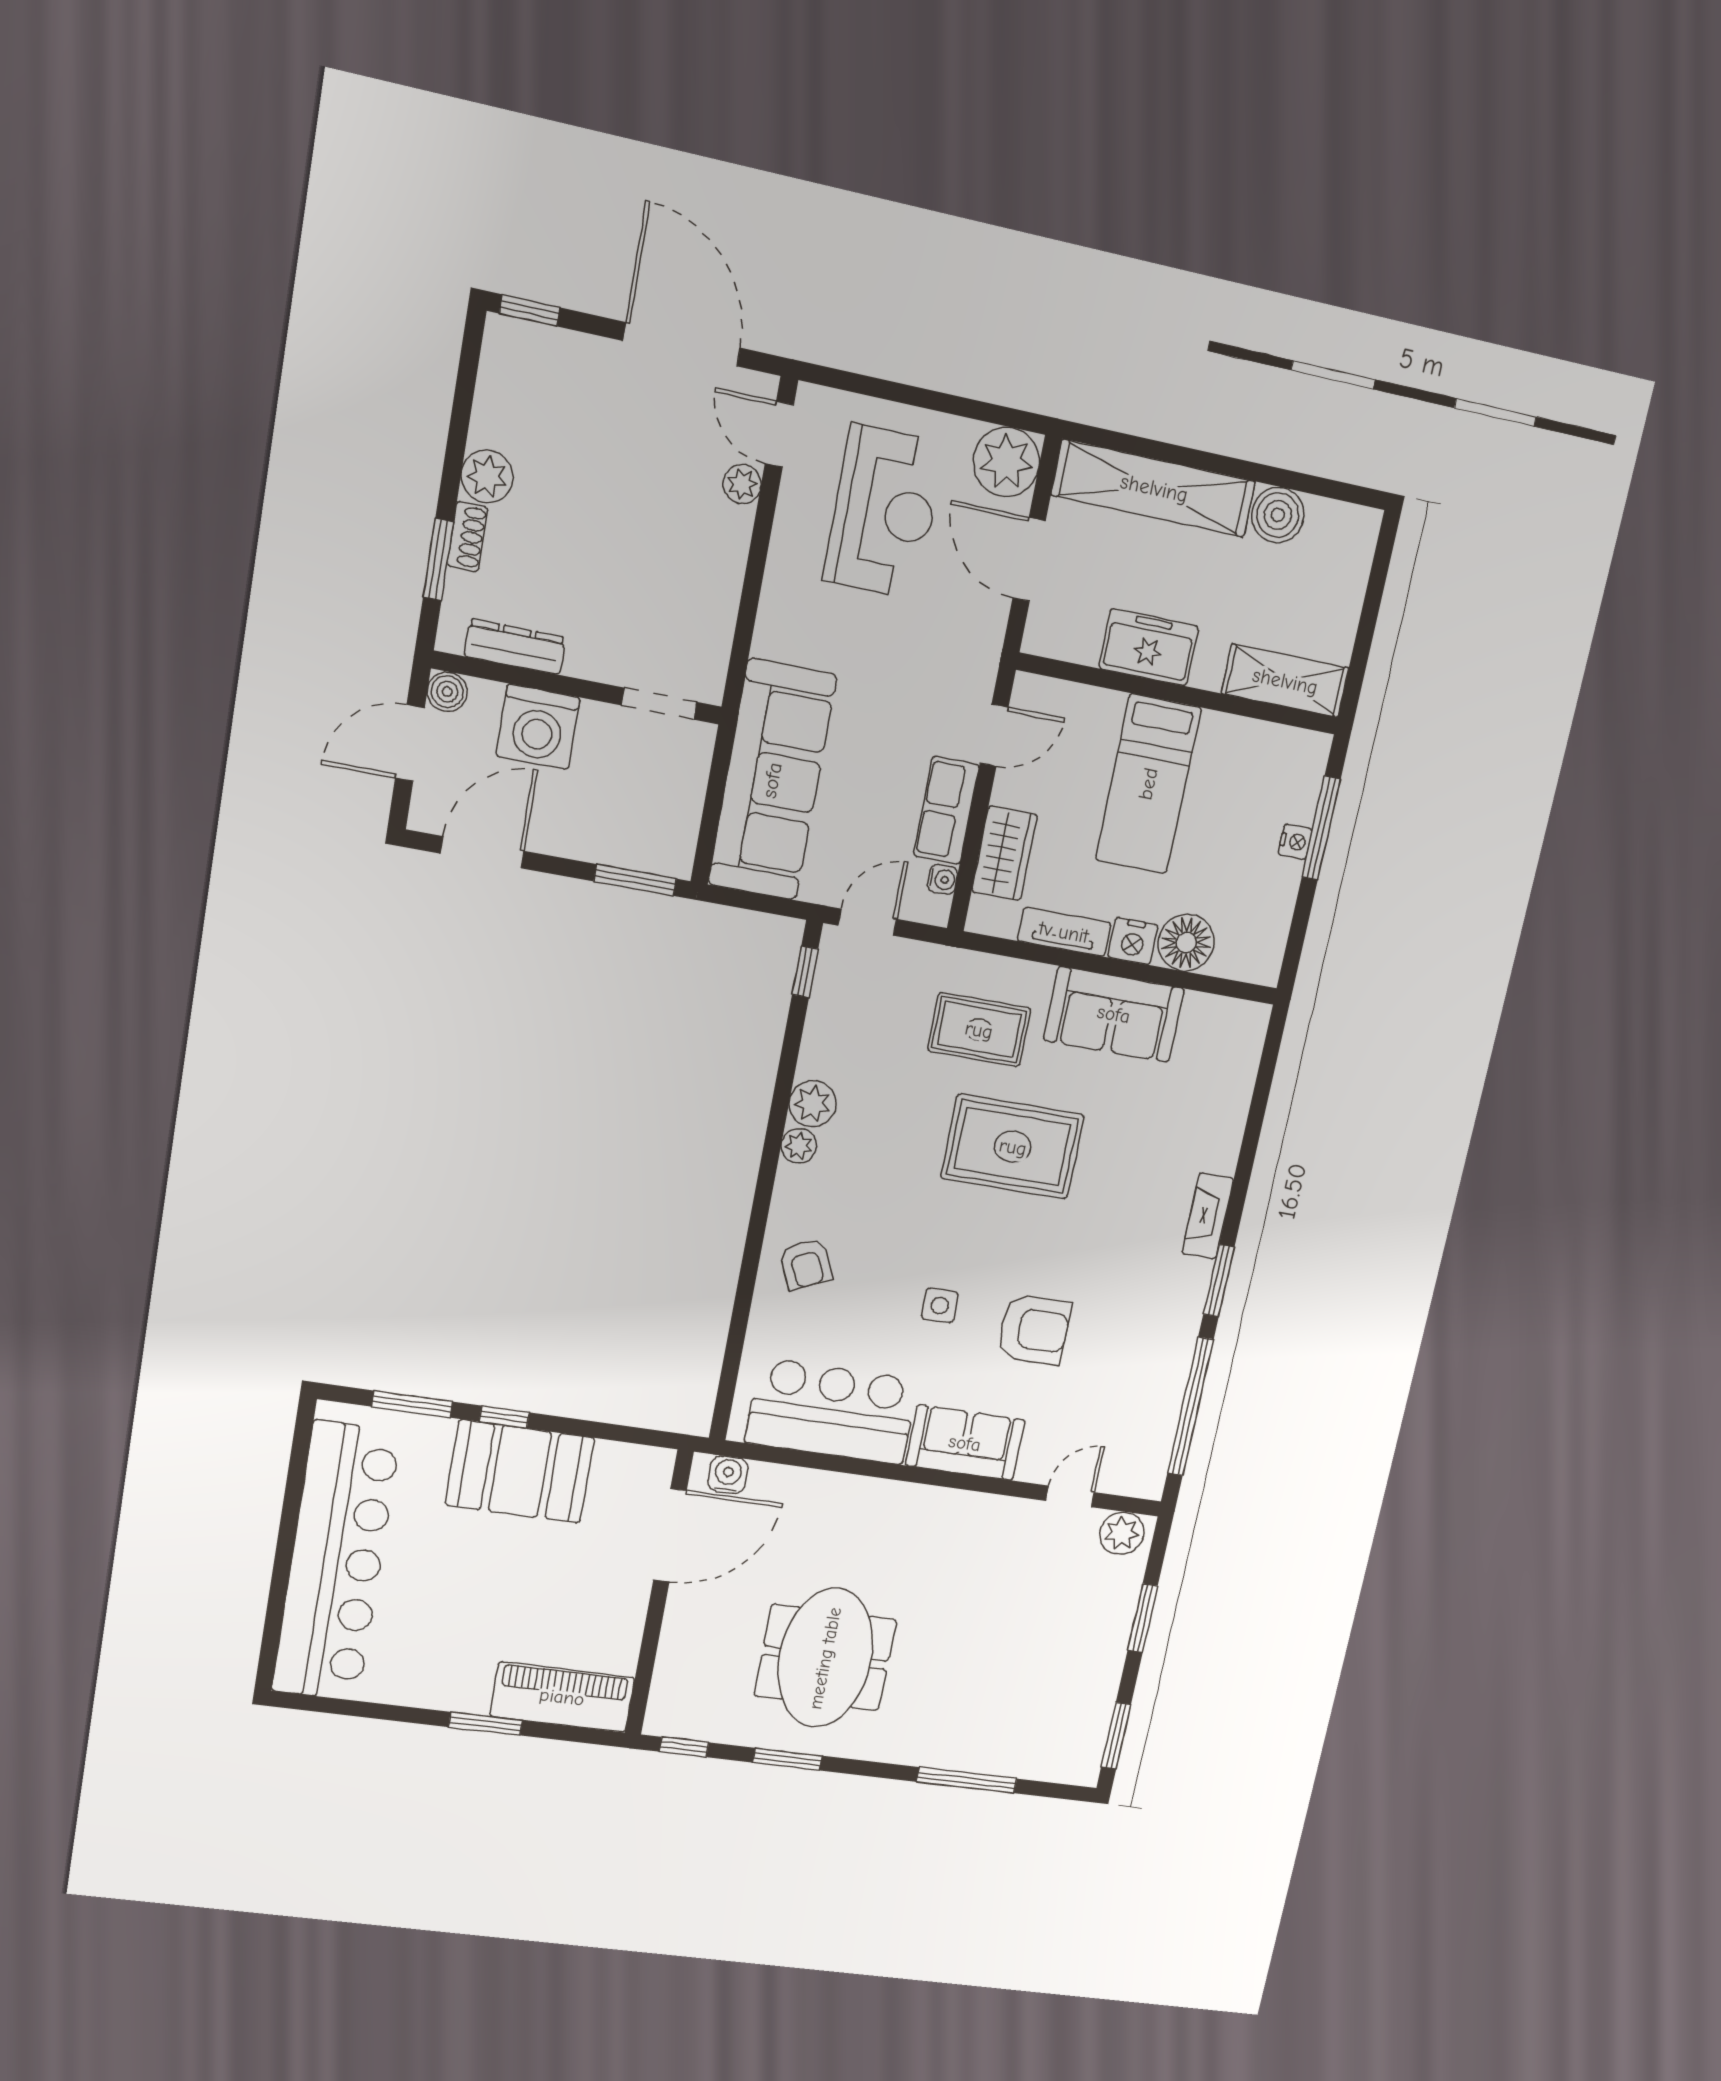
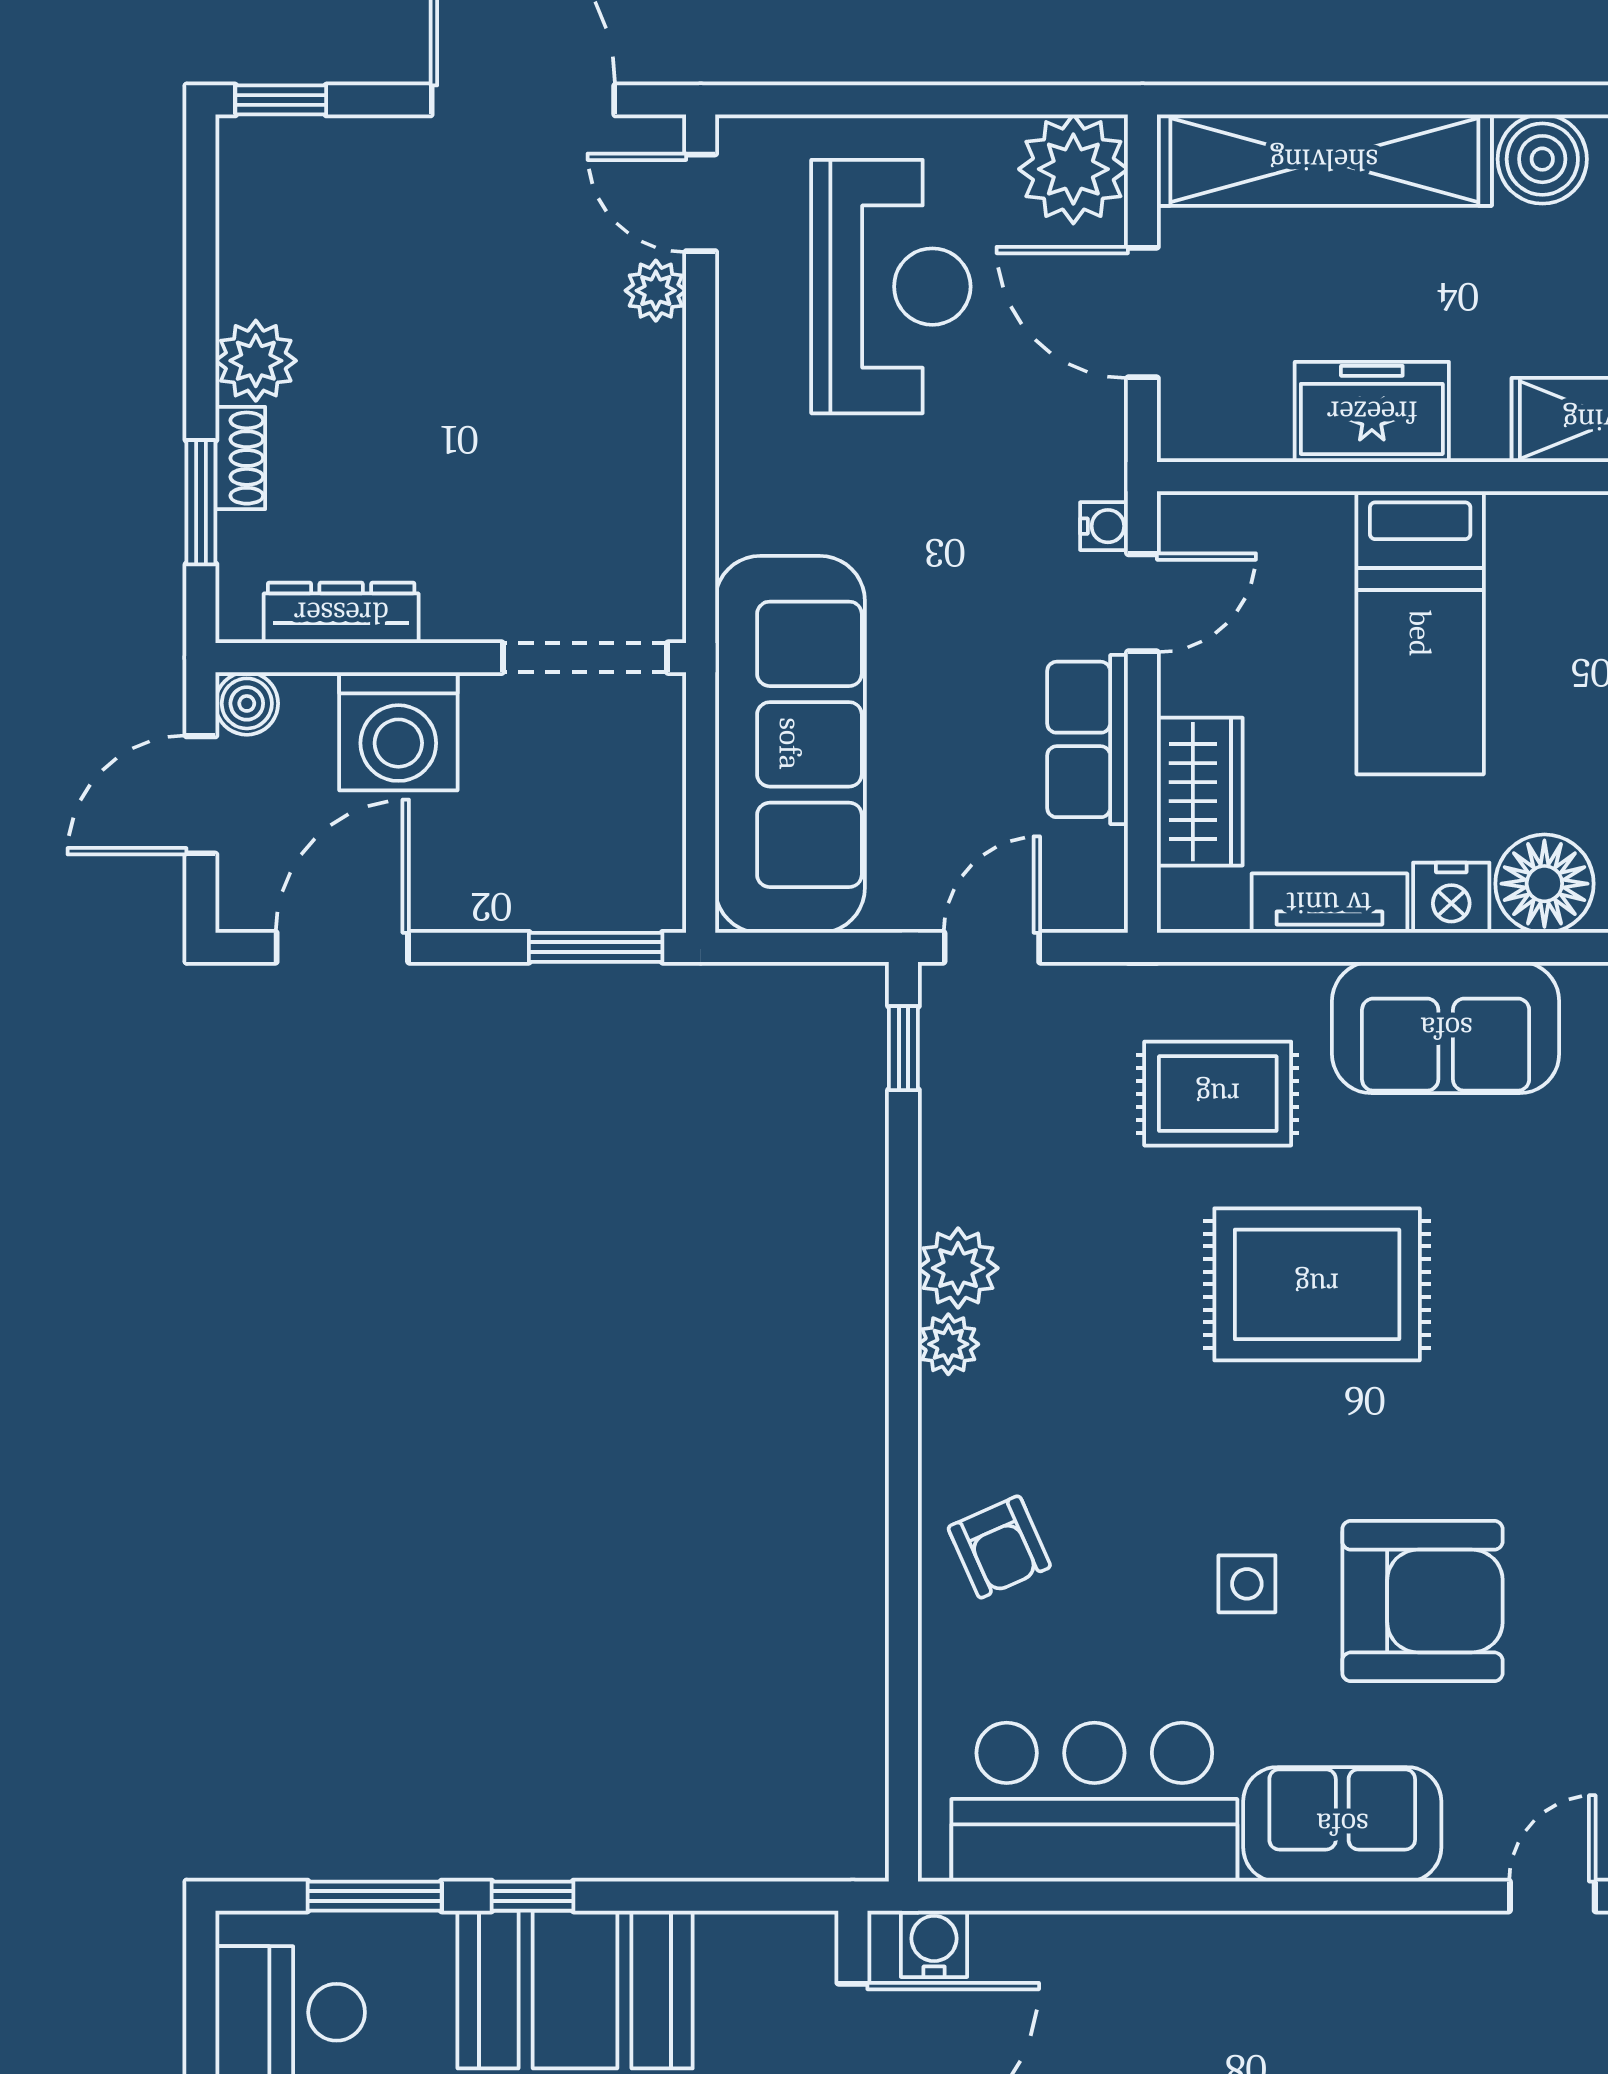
doorway: (659, 704) -> (585, 658), width x1.38
water cooler: (943, 879) -> (1104, 526), moved
armchair: (1034, 1329) -> (1422, 1601), width x1.36, depth x1.36

